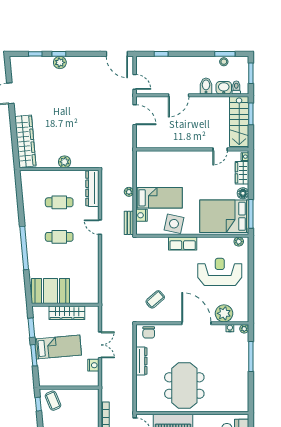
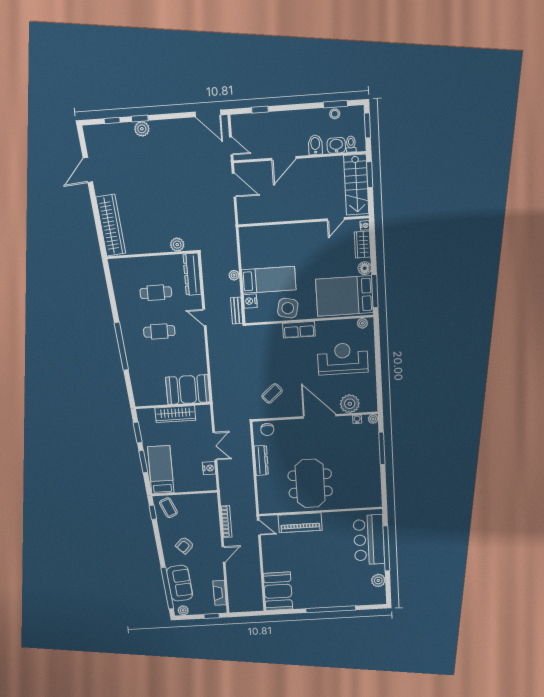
plant: (65, 162) -> (177, 245), moved
booth: (50, 291) -> (188, 390), moved
bed: (58, 347) -> (161, 470), moved, turned -85

